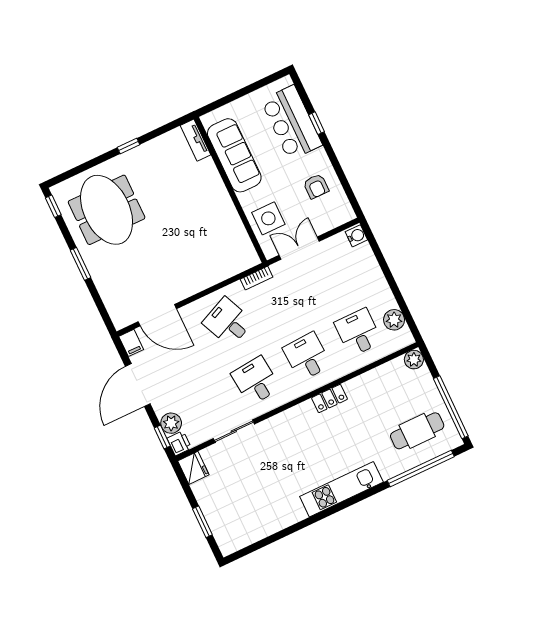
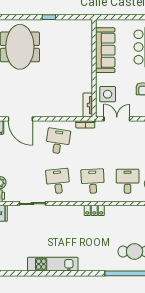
tv unit: (196, 140) -> (88, 105), moved
desk: (228, 322) -> (58, 141), turned 33
kitchen unit: (341, 489) -> (53, 264), moved

